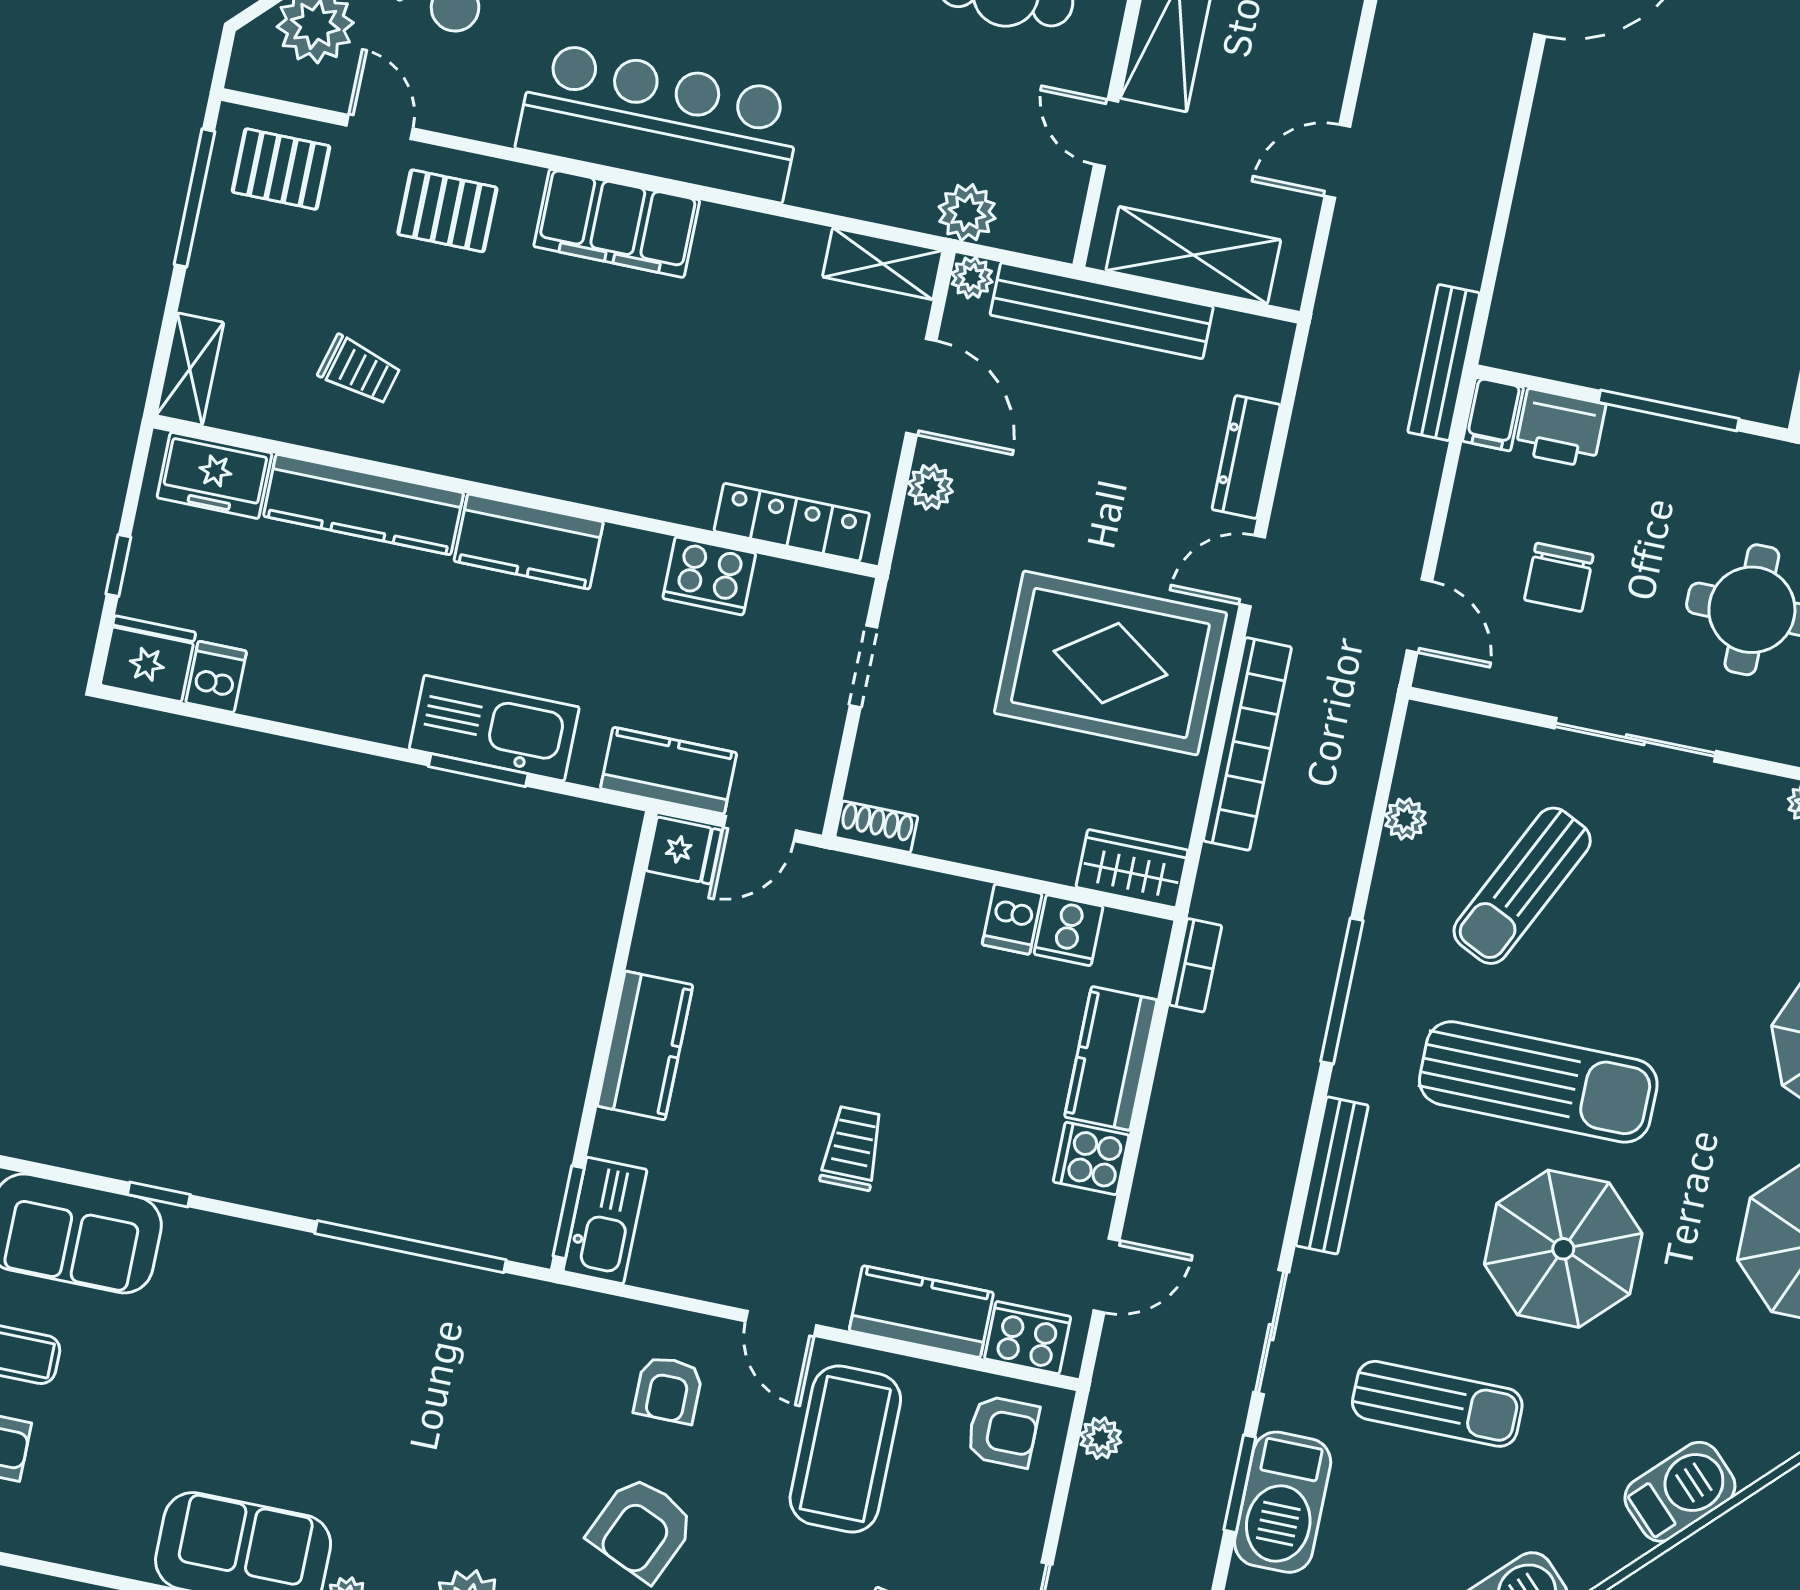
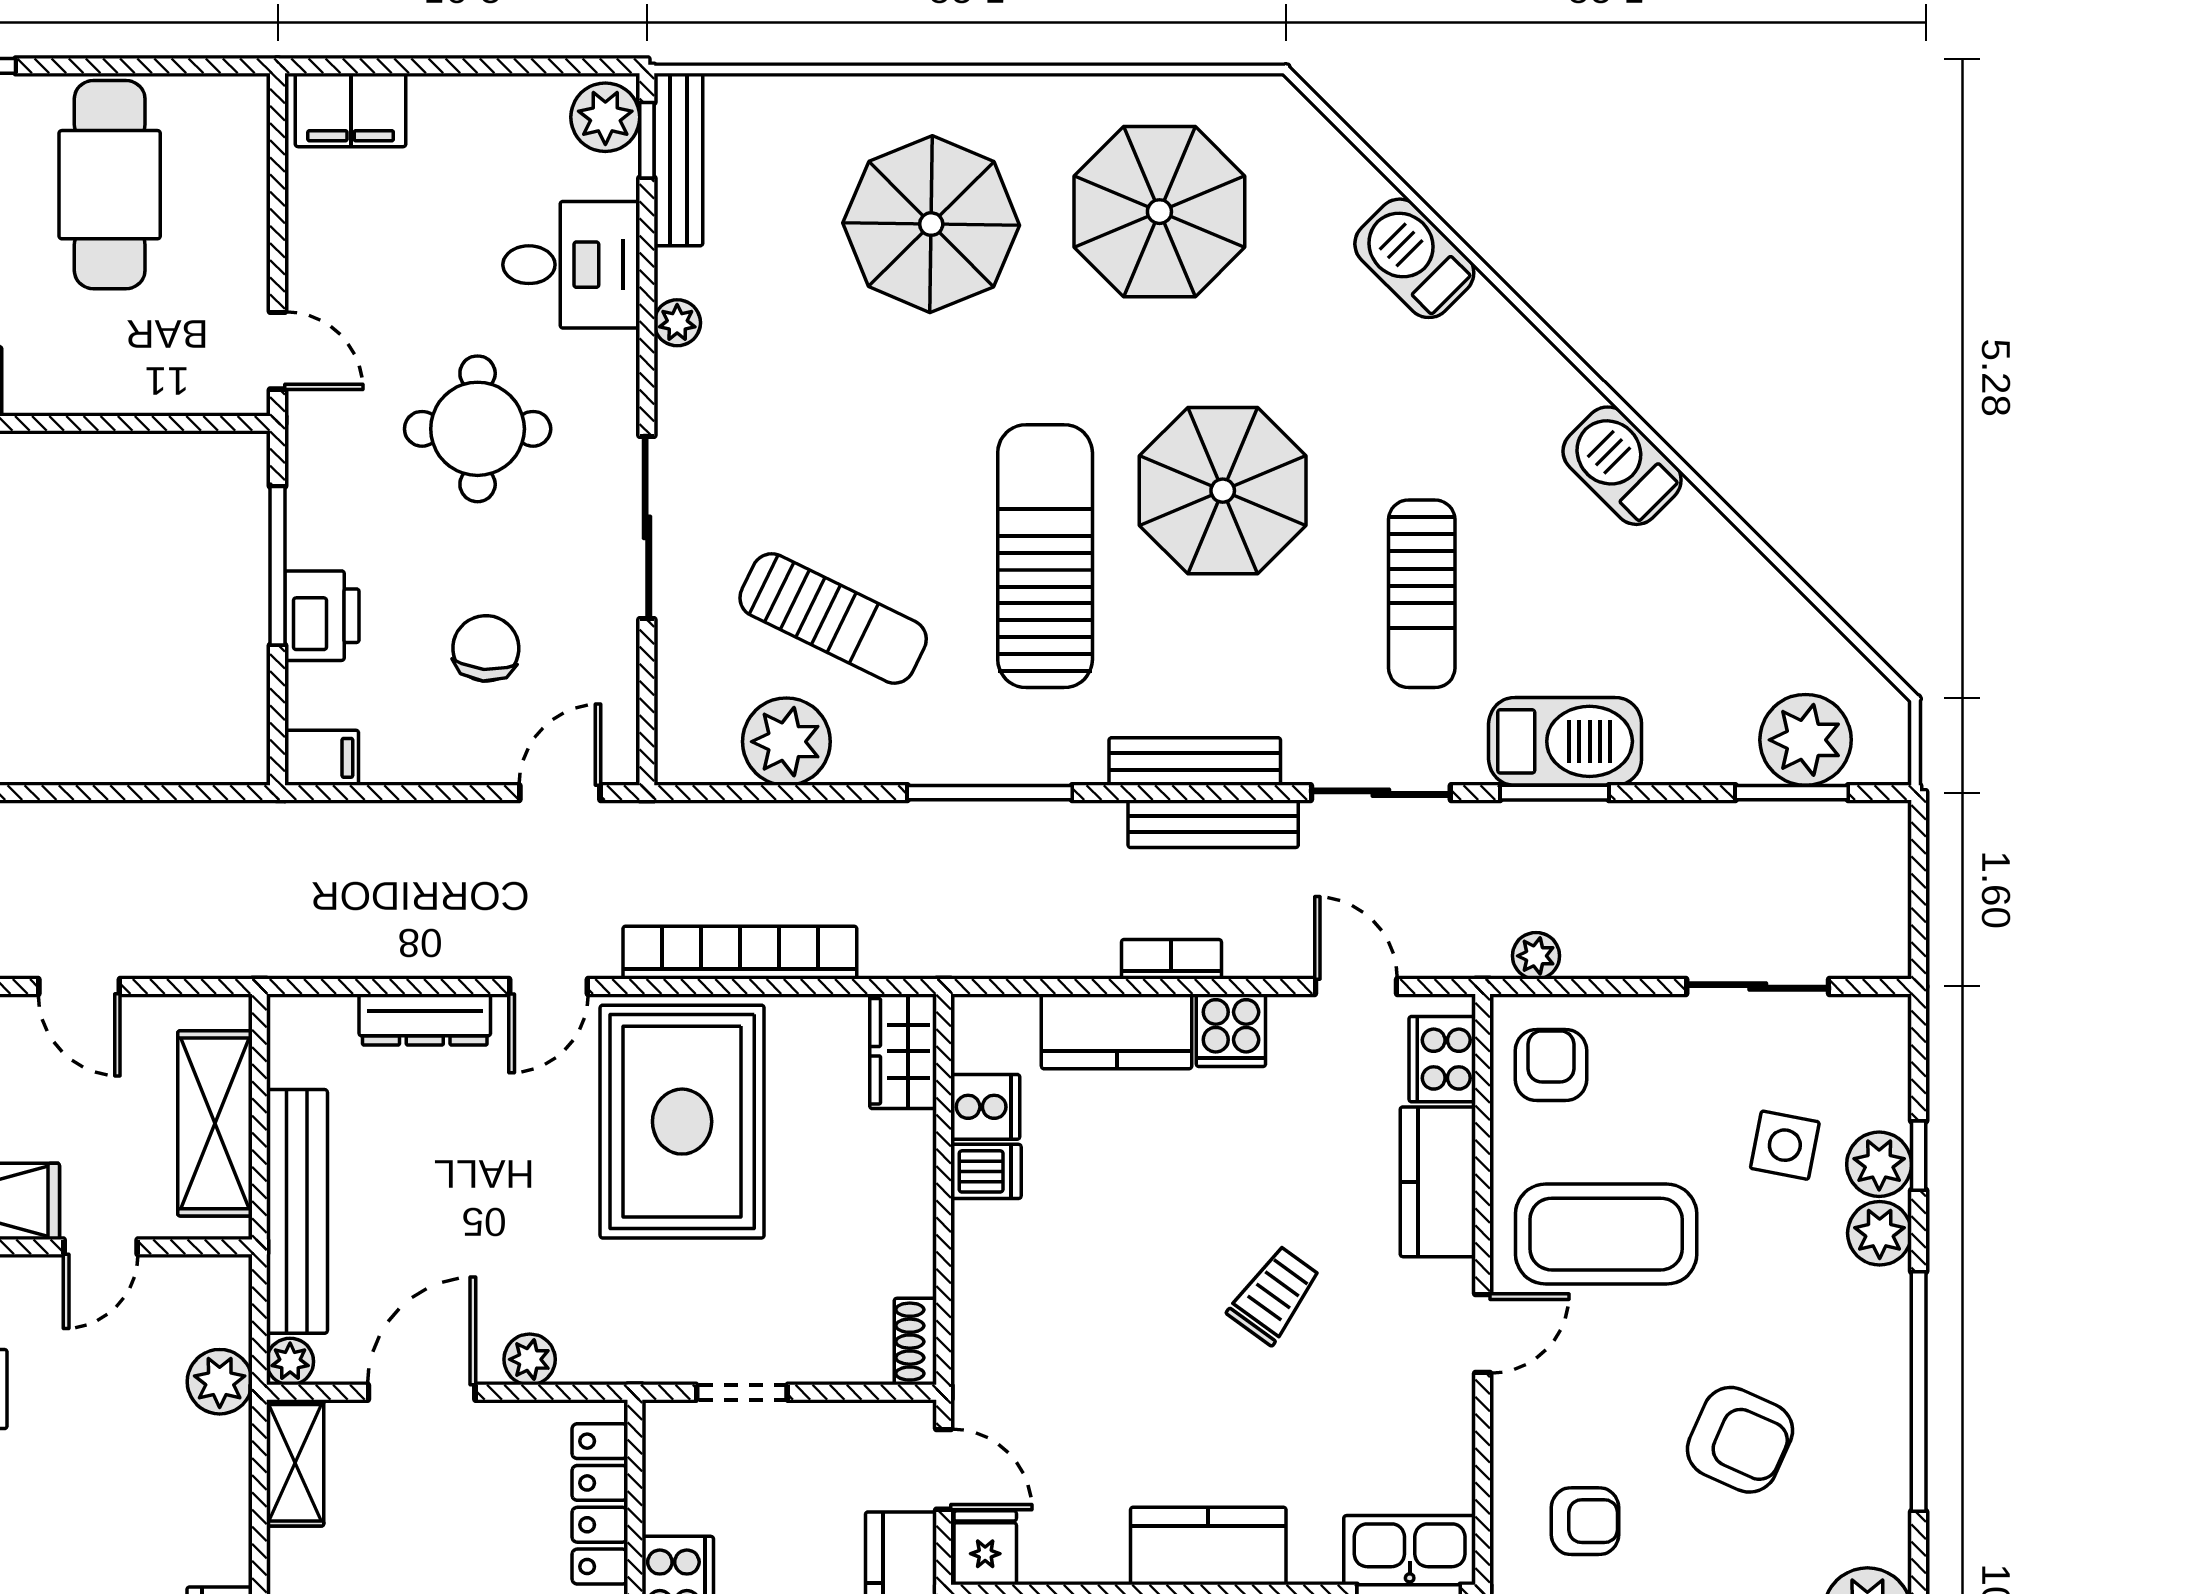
bench: (1444, 363) -> (1213, 824), moved
printer: (1560, 428) -> (322, 616), moved
door: (1252, 571) -> (549, 986), hinge flipped
chair: (1559, 577) -> (486, 648), turned -85
plant: (1405, 819) -> (786, 742), width x1.88, depth x1.88
bookcase: (1196, 965) -> (1171, 959), moved
trolley: (852, 1148) -> (1274, 1295), turned 126
armchair: (668, 1390) -> (1585, 1521), moved
sun lounger: (1437, 1404) -> (1422, 594), turned 180
barbecue: (1680, 1492) -> (1414, 258), moved

